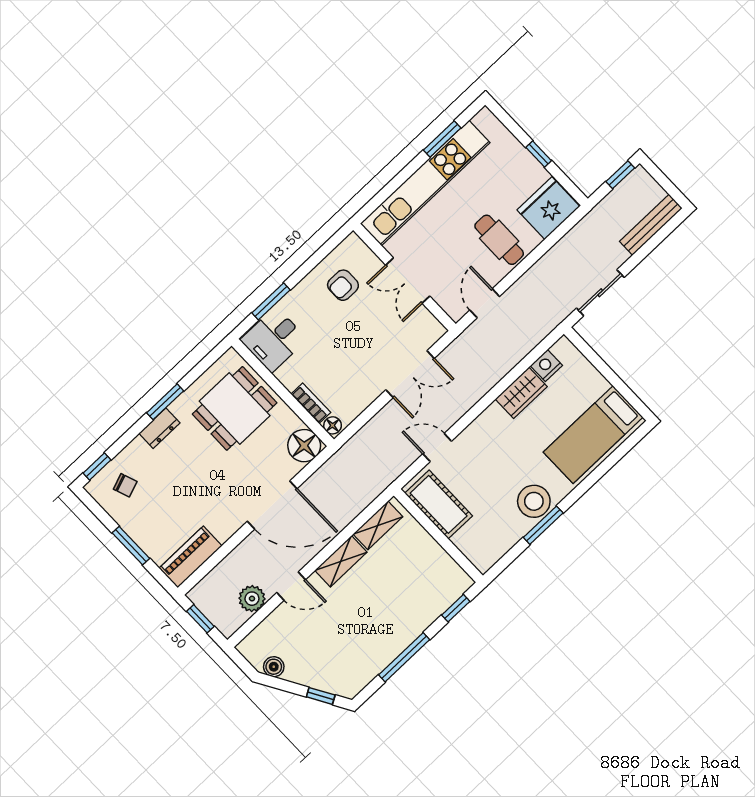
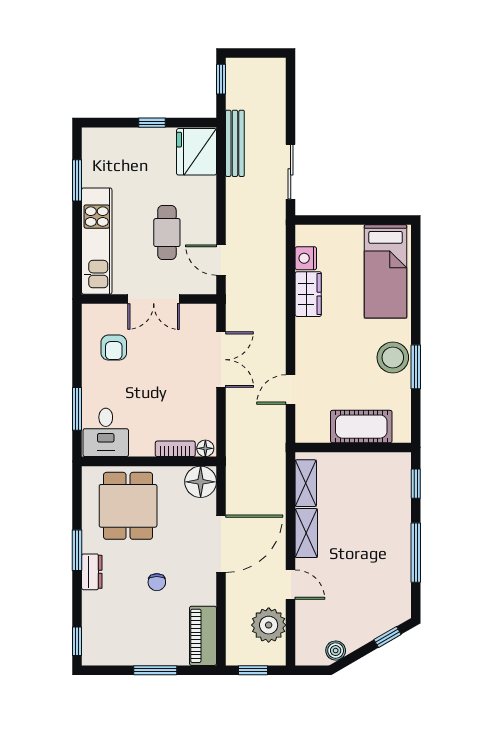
kitchen unit: (425, 183) -> (97, 241), width x0.73
bench: (651, 225) -> (235, 143), moved
cafe table: (499, 240) -> (167, 233), moved, turned 90
chair: (125, 485) -> (157, 582), moved, turned 110
cot: (439, 504) -> (361, 427), moved
door: (291, 586) -> (291, 585), hinge flipped
plant: (252, 599) -> (269, 625), width x1.36, depth x1.36

